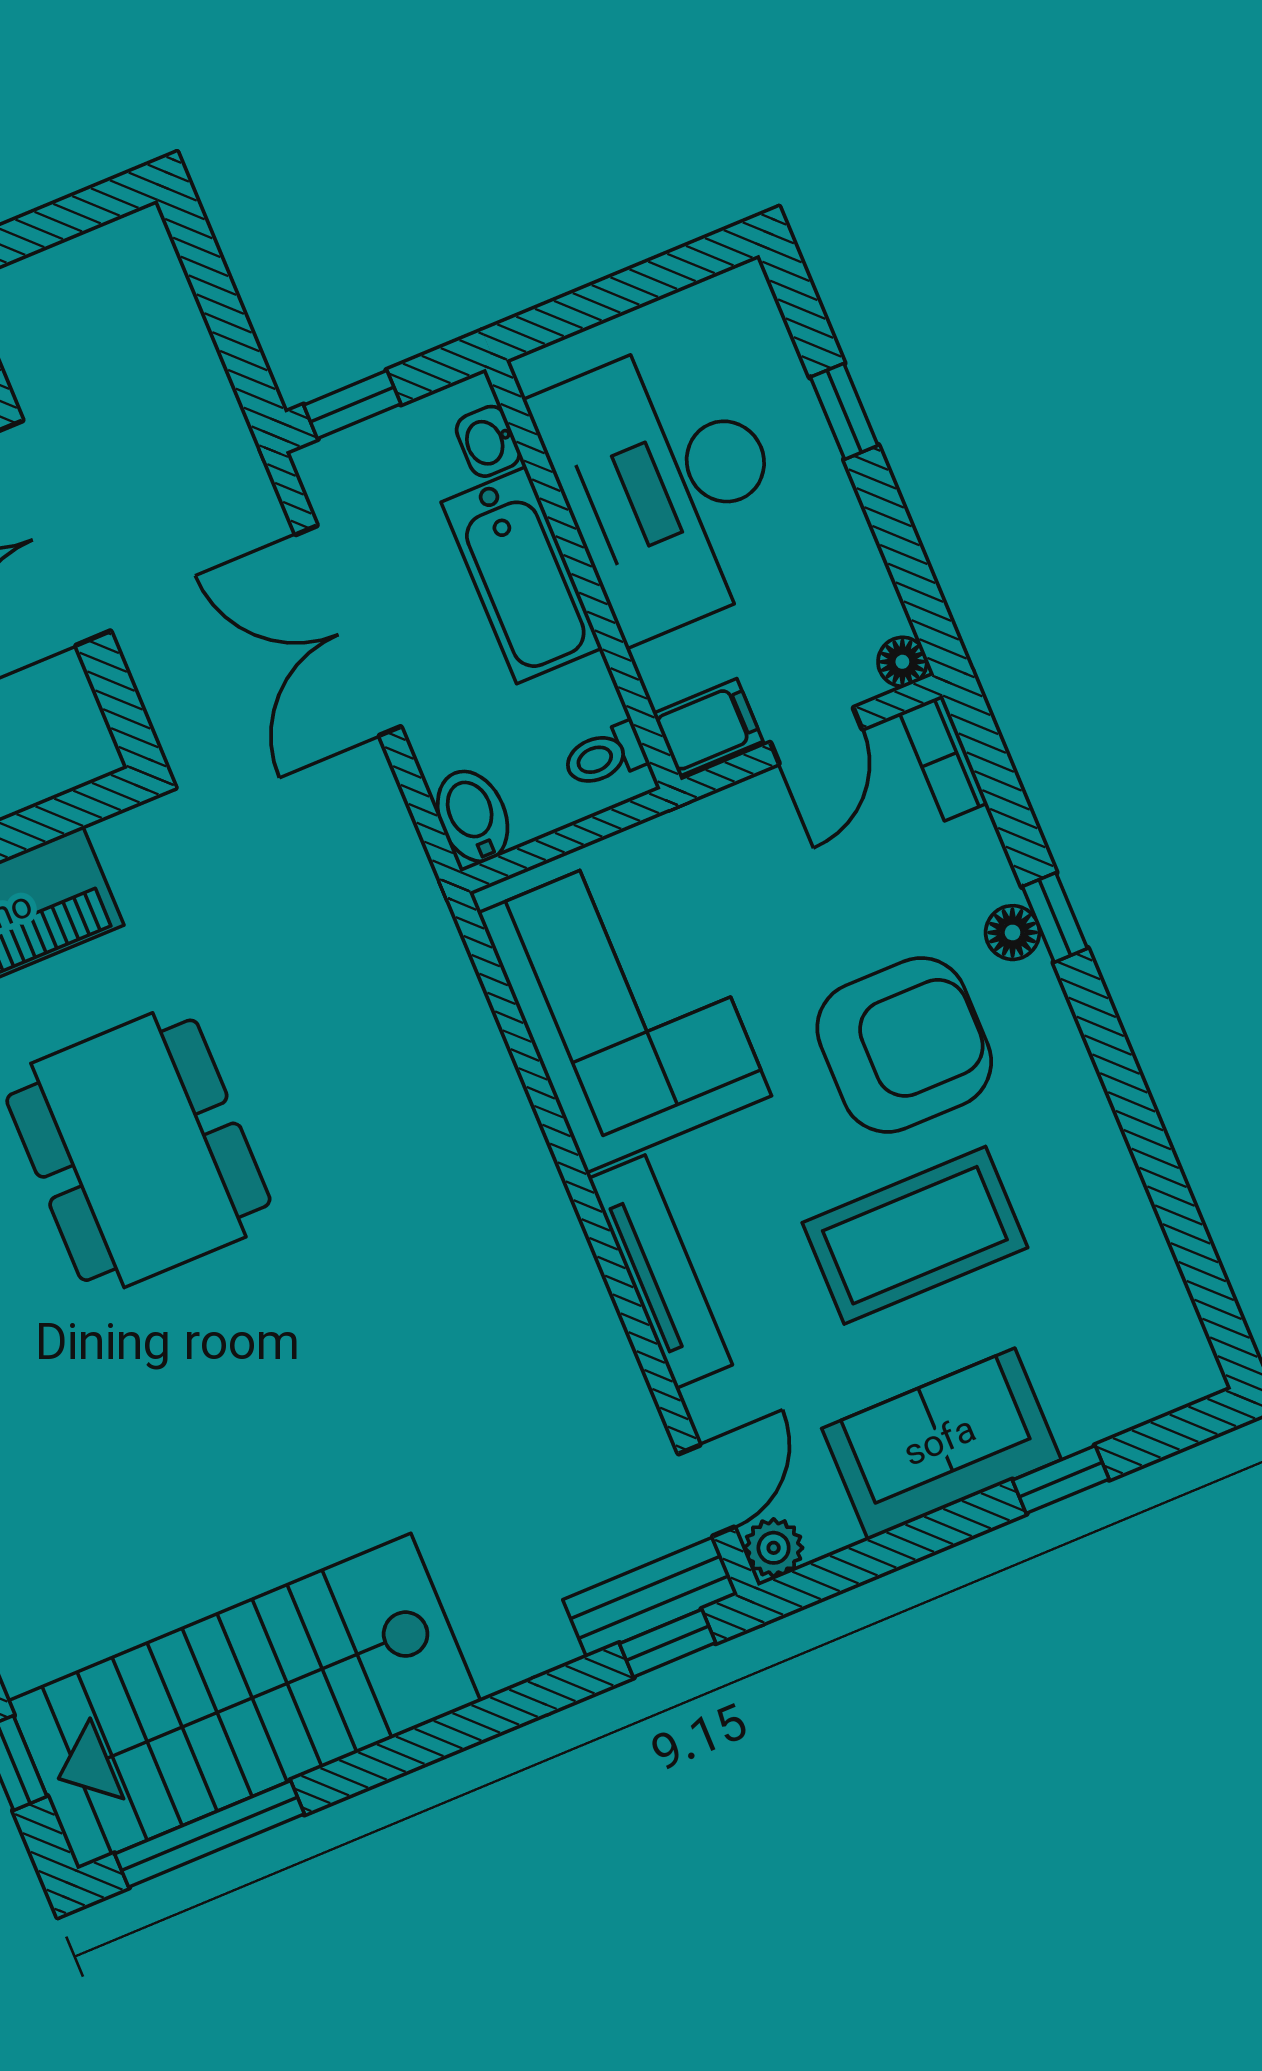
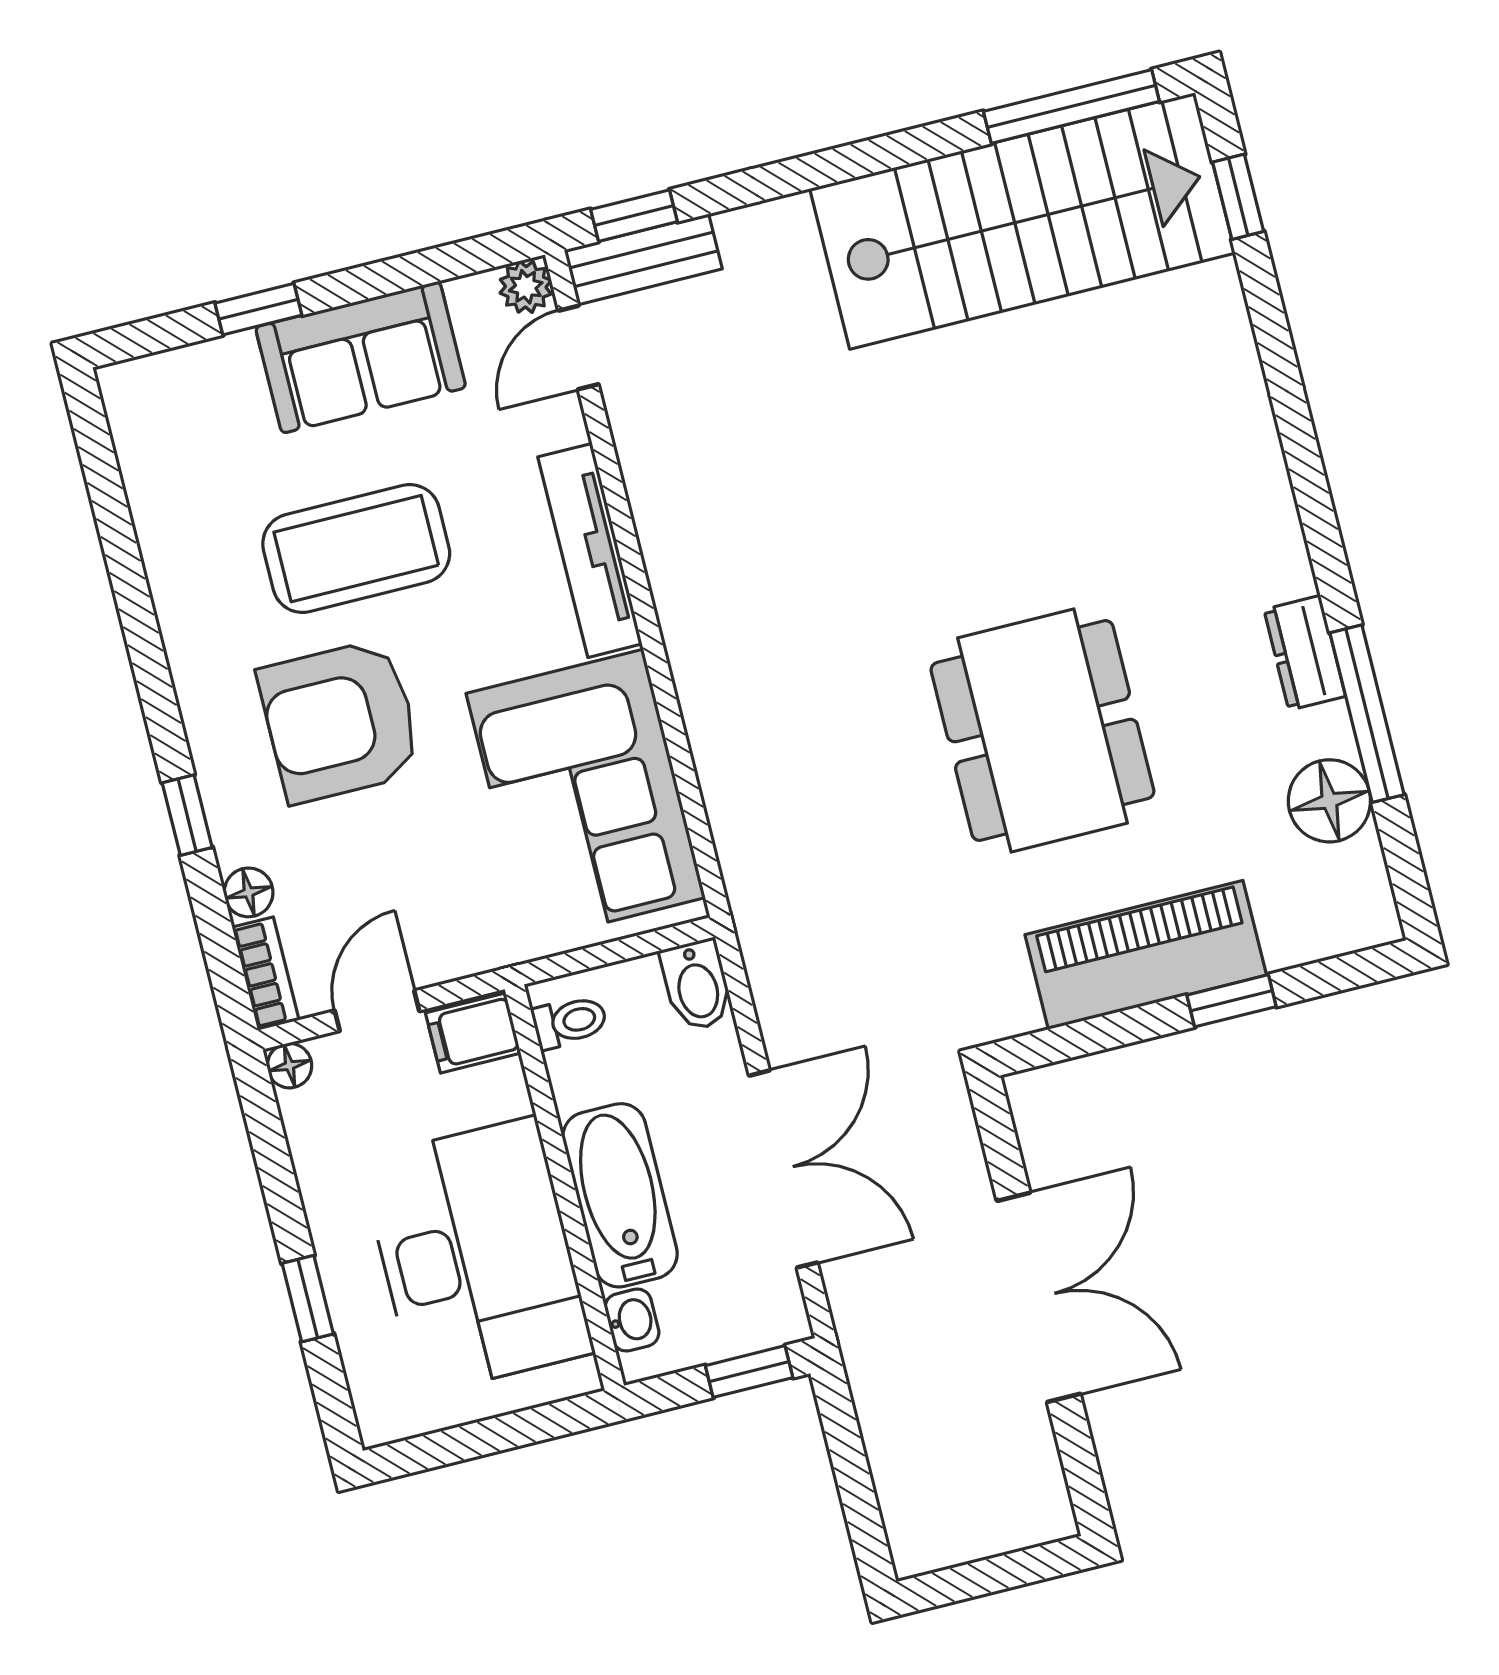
floor lamp: (1013, 933) -> (249, 892), moved

